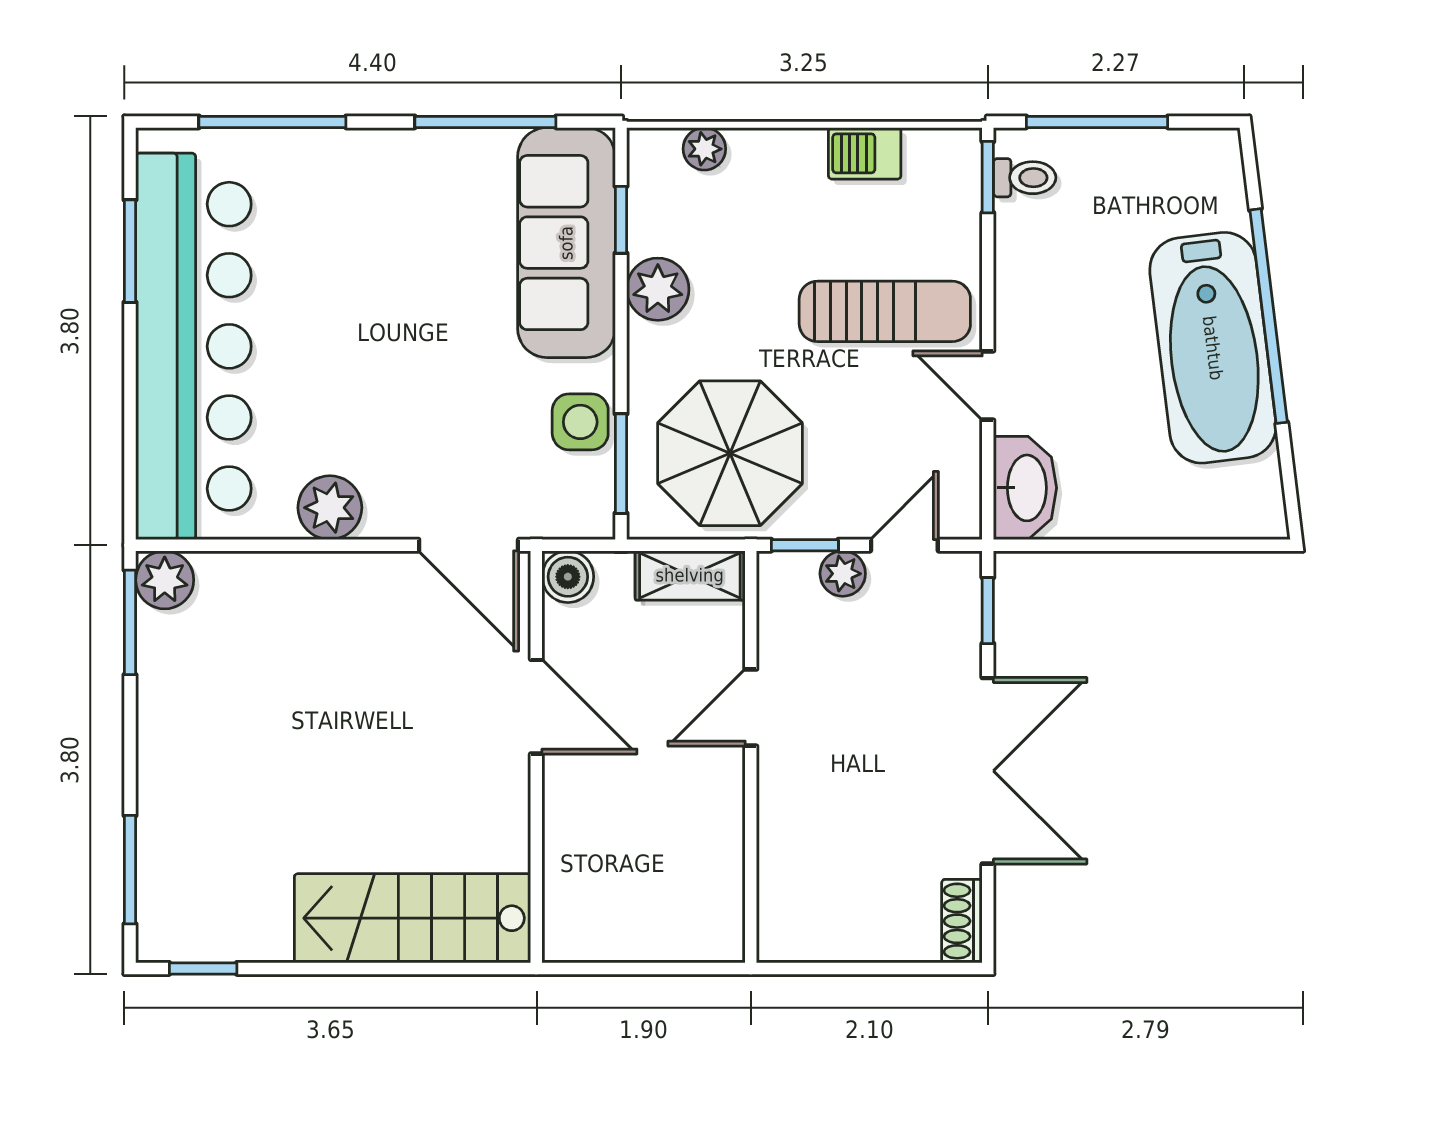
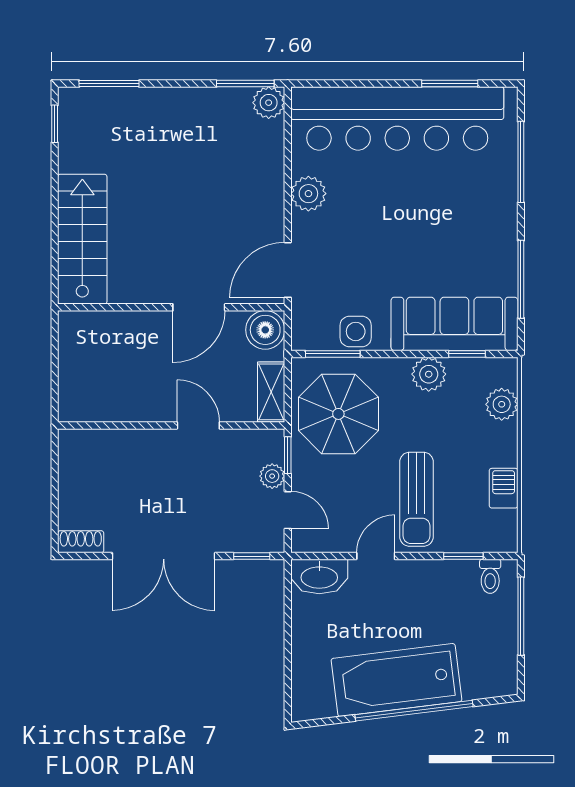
plant: (704, 149) -> (502, 404), width x1.38, depth x1.38
window: (988, 177) -> (463, 556), moved
boiler: (568, 577) -> (265, 330), width x1.36, depth x1.36

